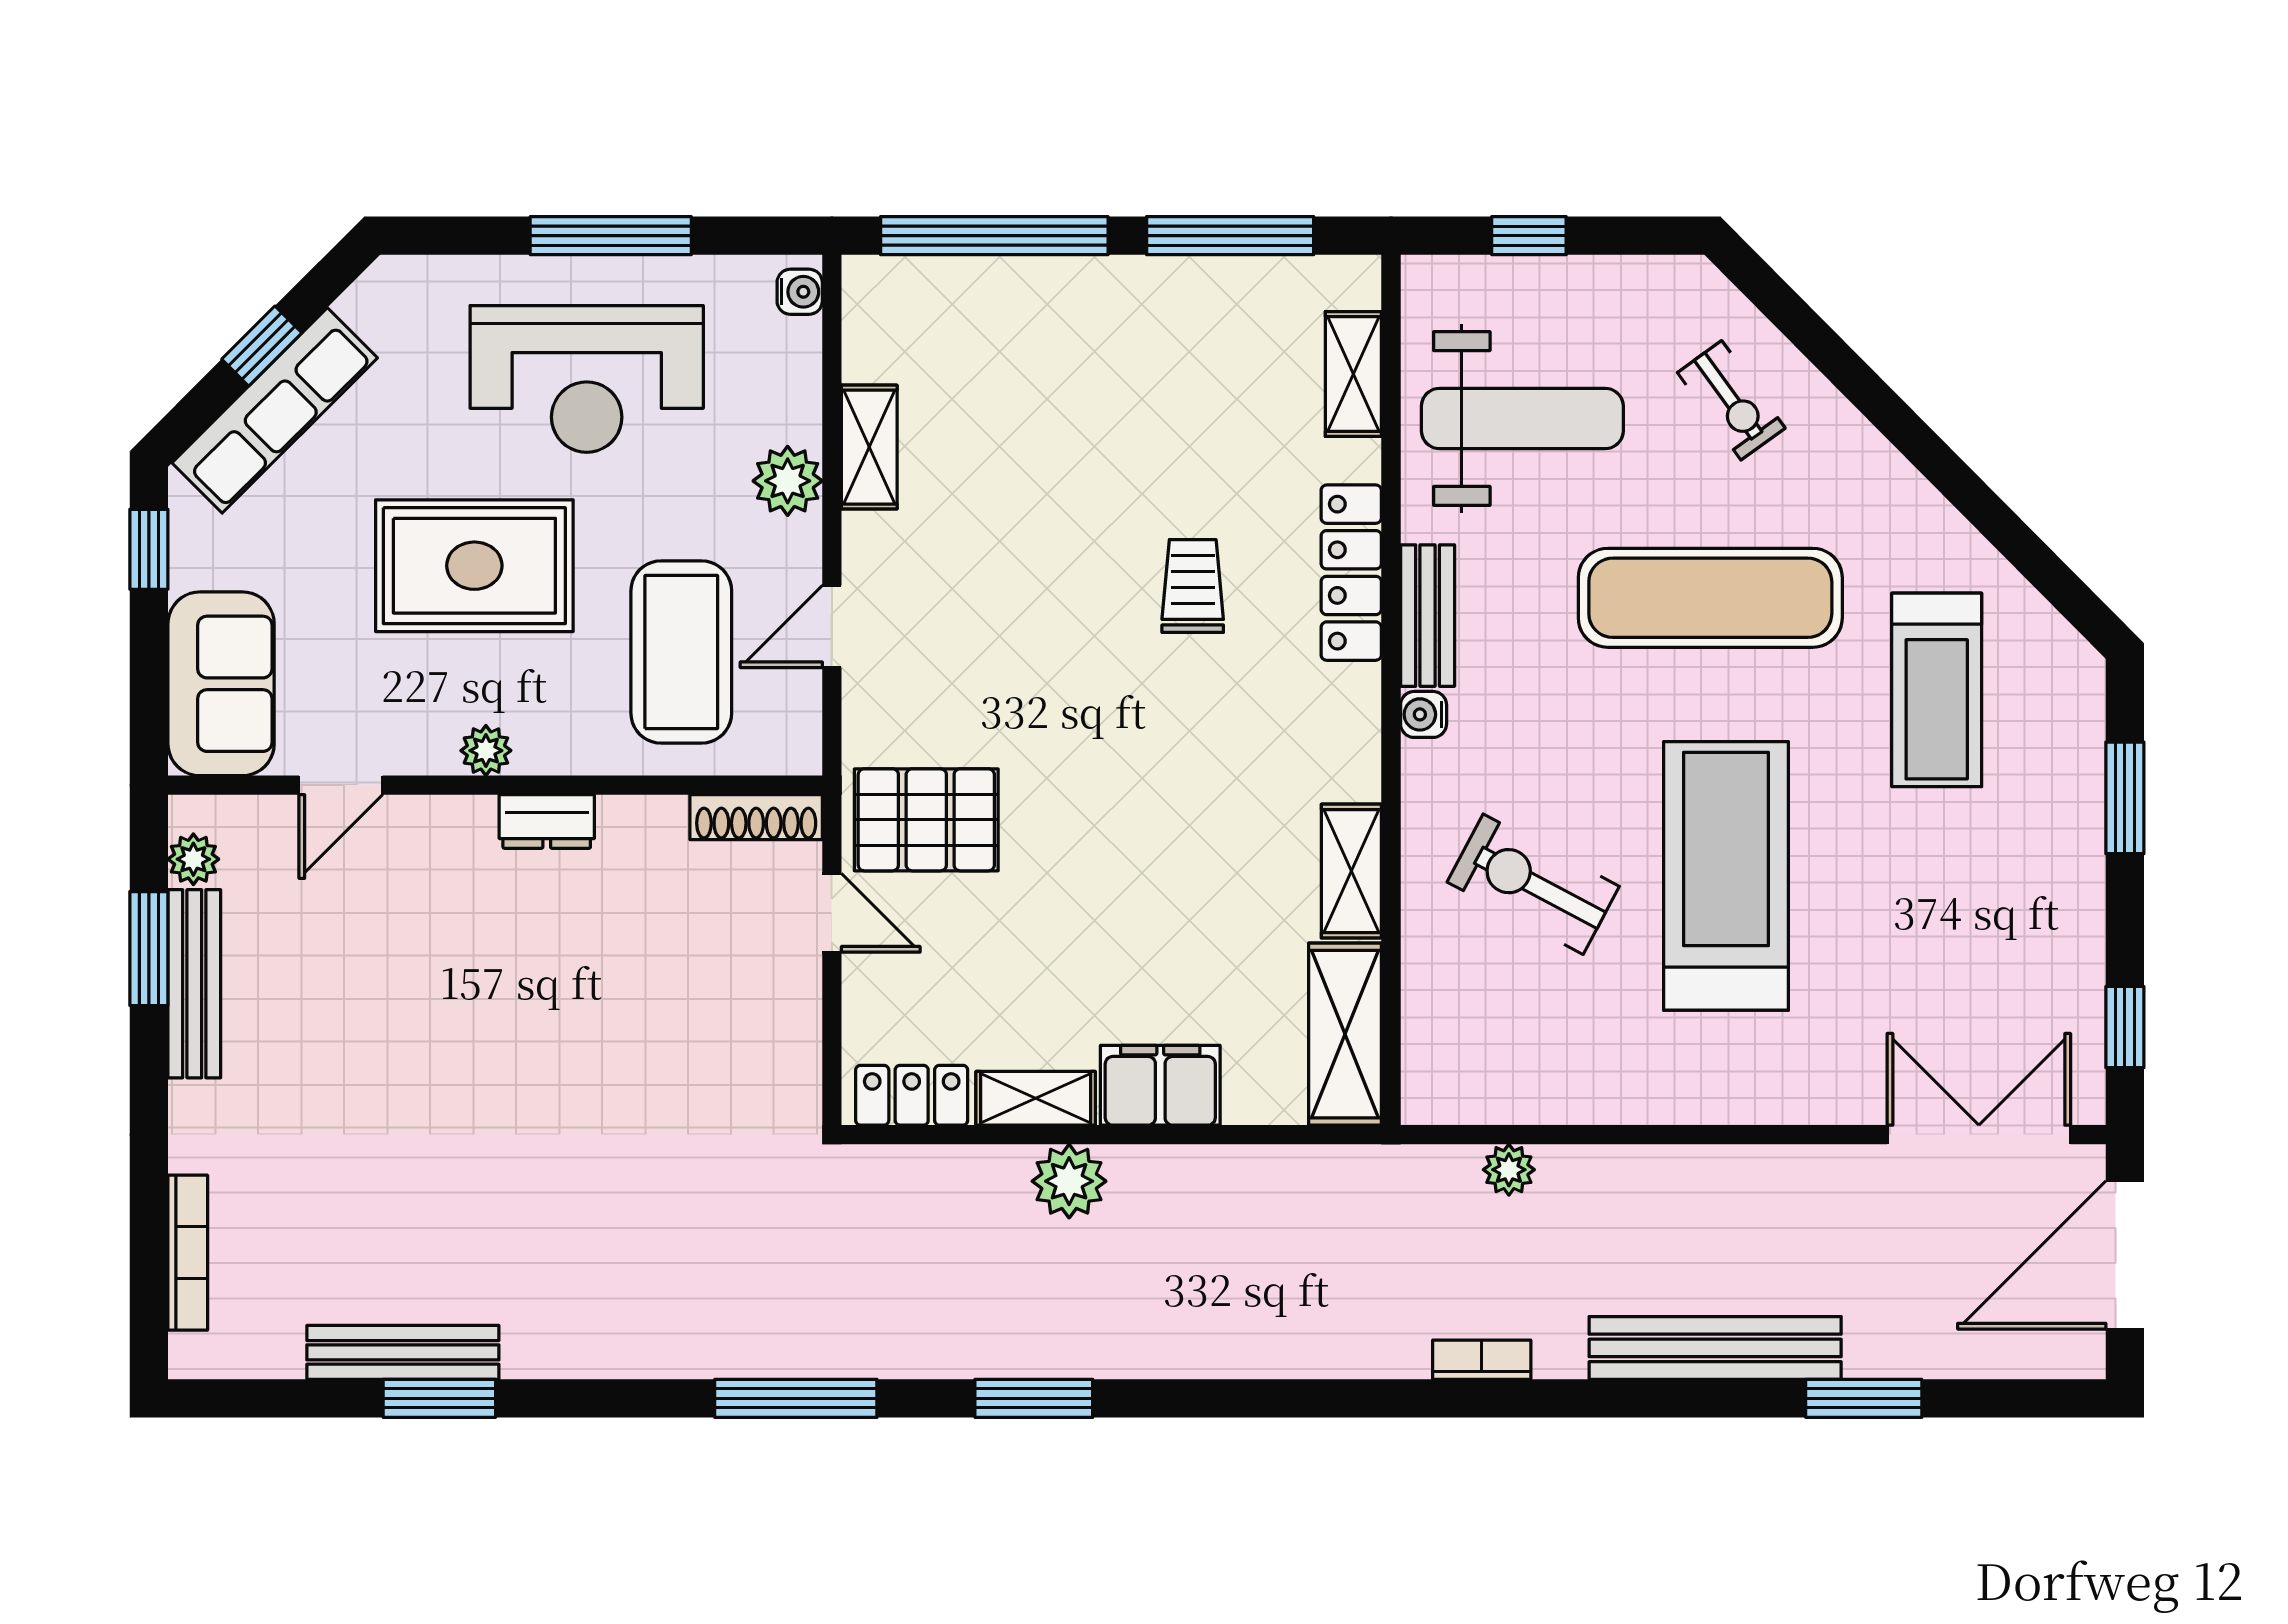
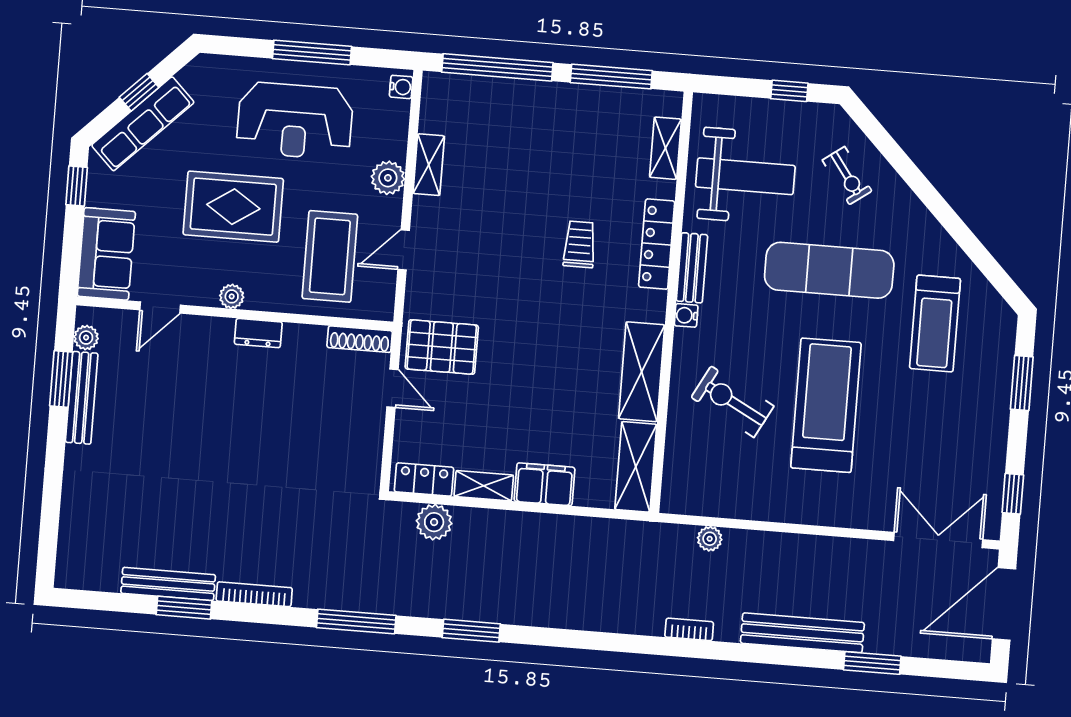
window: (1529, 236) -> (789, 91), moved
shelving: (1351, 871) -> (642, 372), width x1.50, depth x1.33
plant: (1069, 1181) -> (434, 522), moved
bookcase: (188, 1253) -> (254, 594), moved, turned -90

